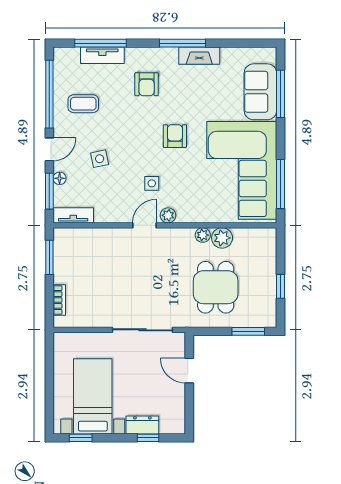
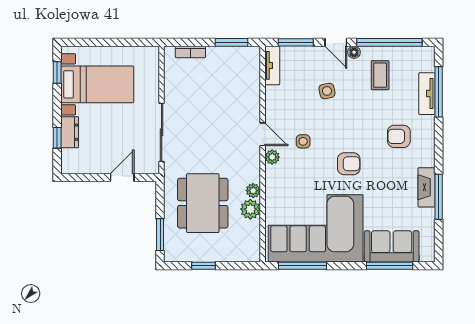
window: (182, 43) -> (439, 197), moved
floor lamp: (60, 178) -> (354, 52), moved
dining table: (216, 287) -> (203, 203), width x1.38

